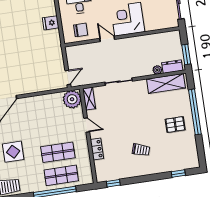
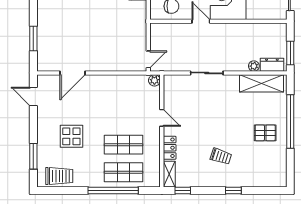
plant: (72, 99) -> (154, 80), width x0.53, depth x0.53
shelving: (89, 99) -> (169, 174), moved
window: (178, 174) -> (233, 191), moved

